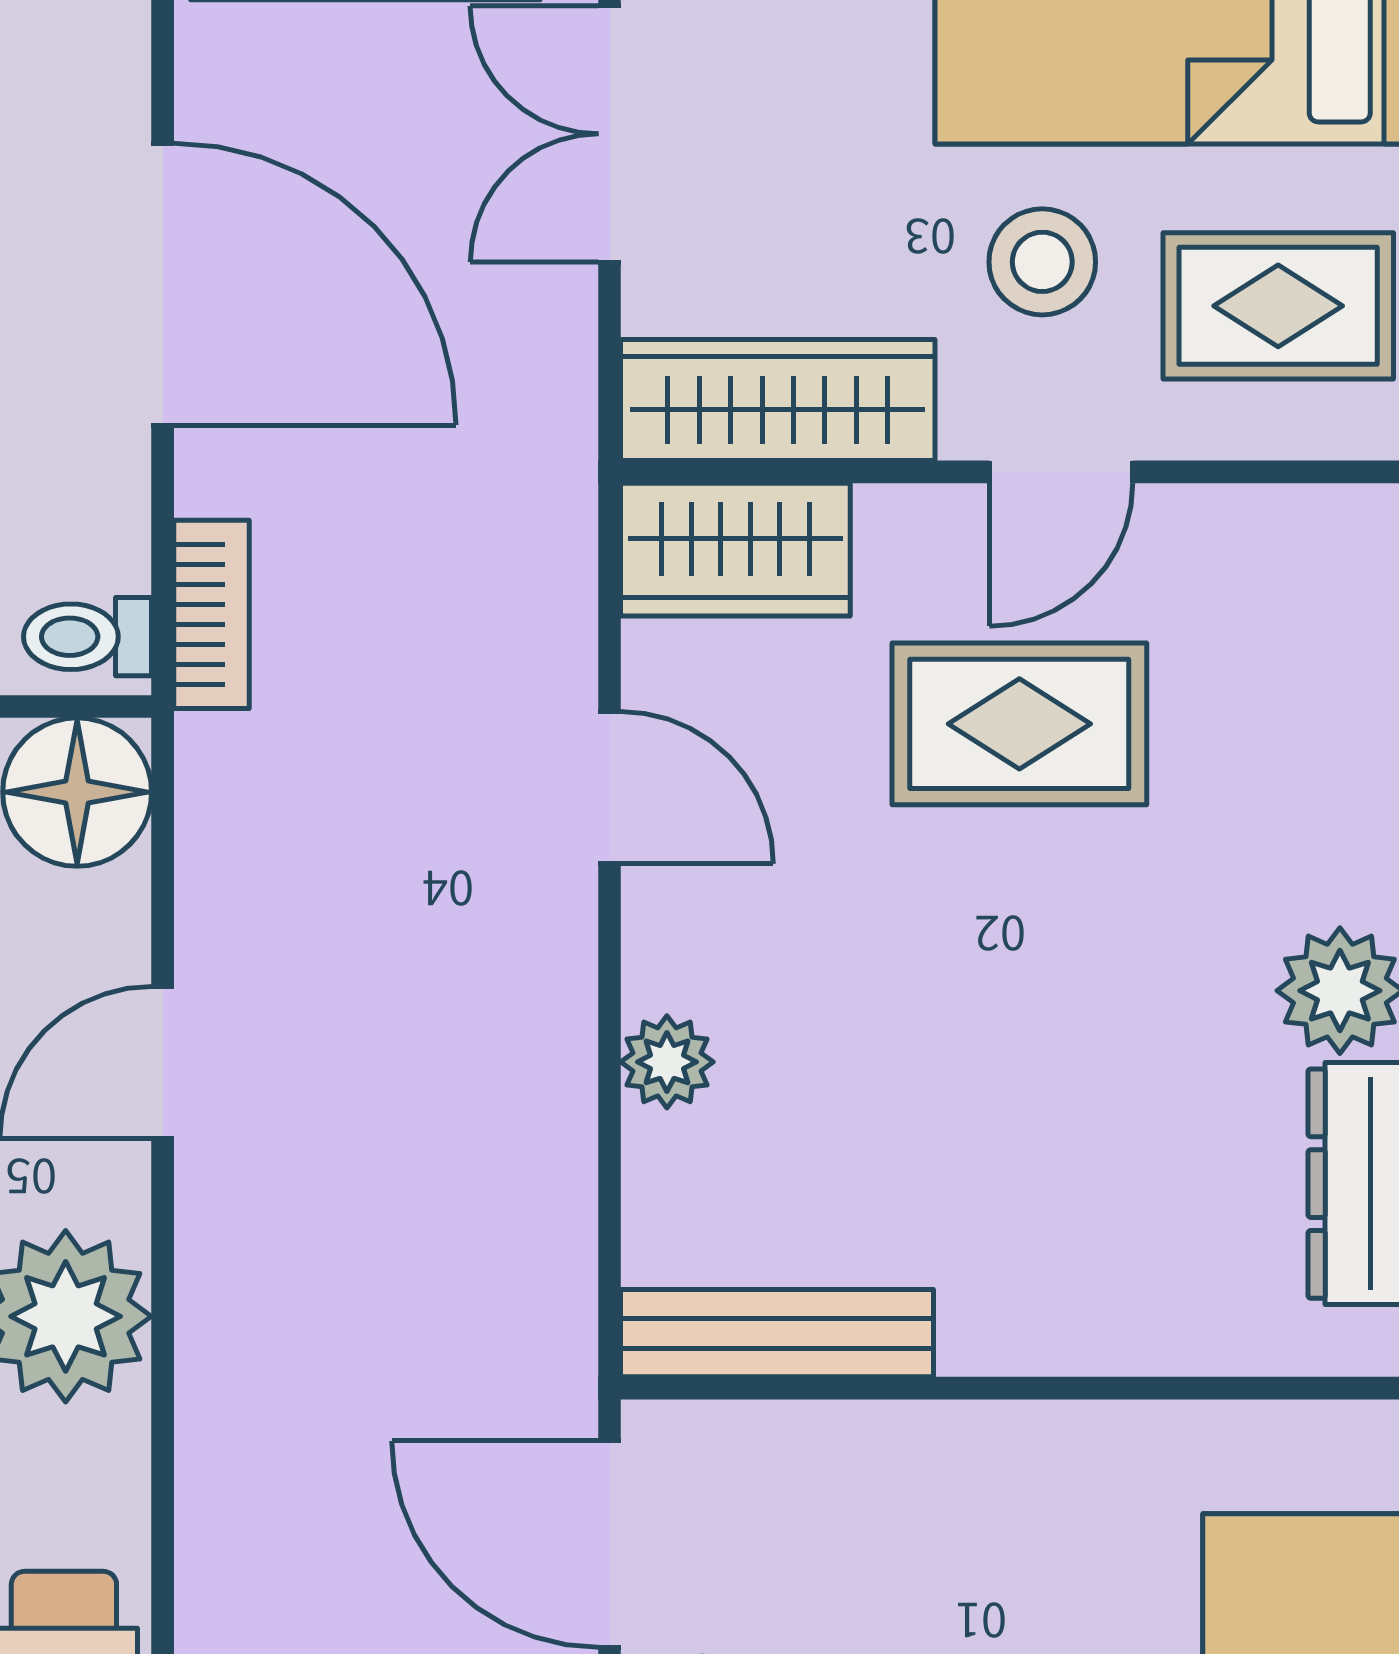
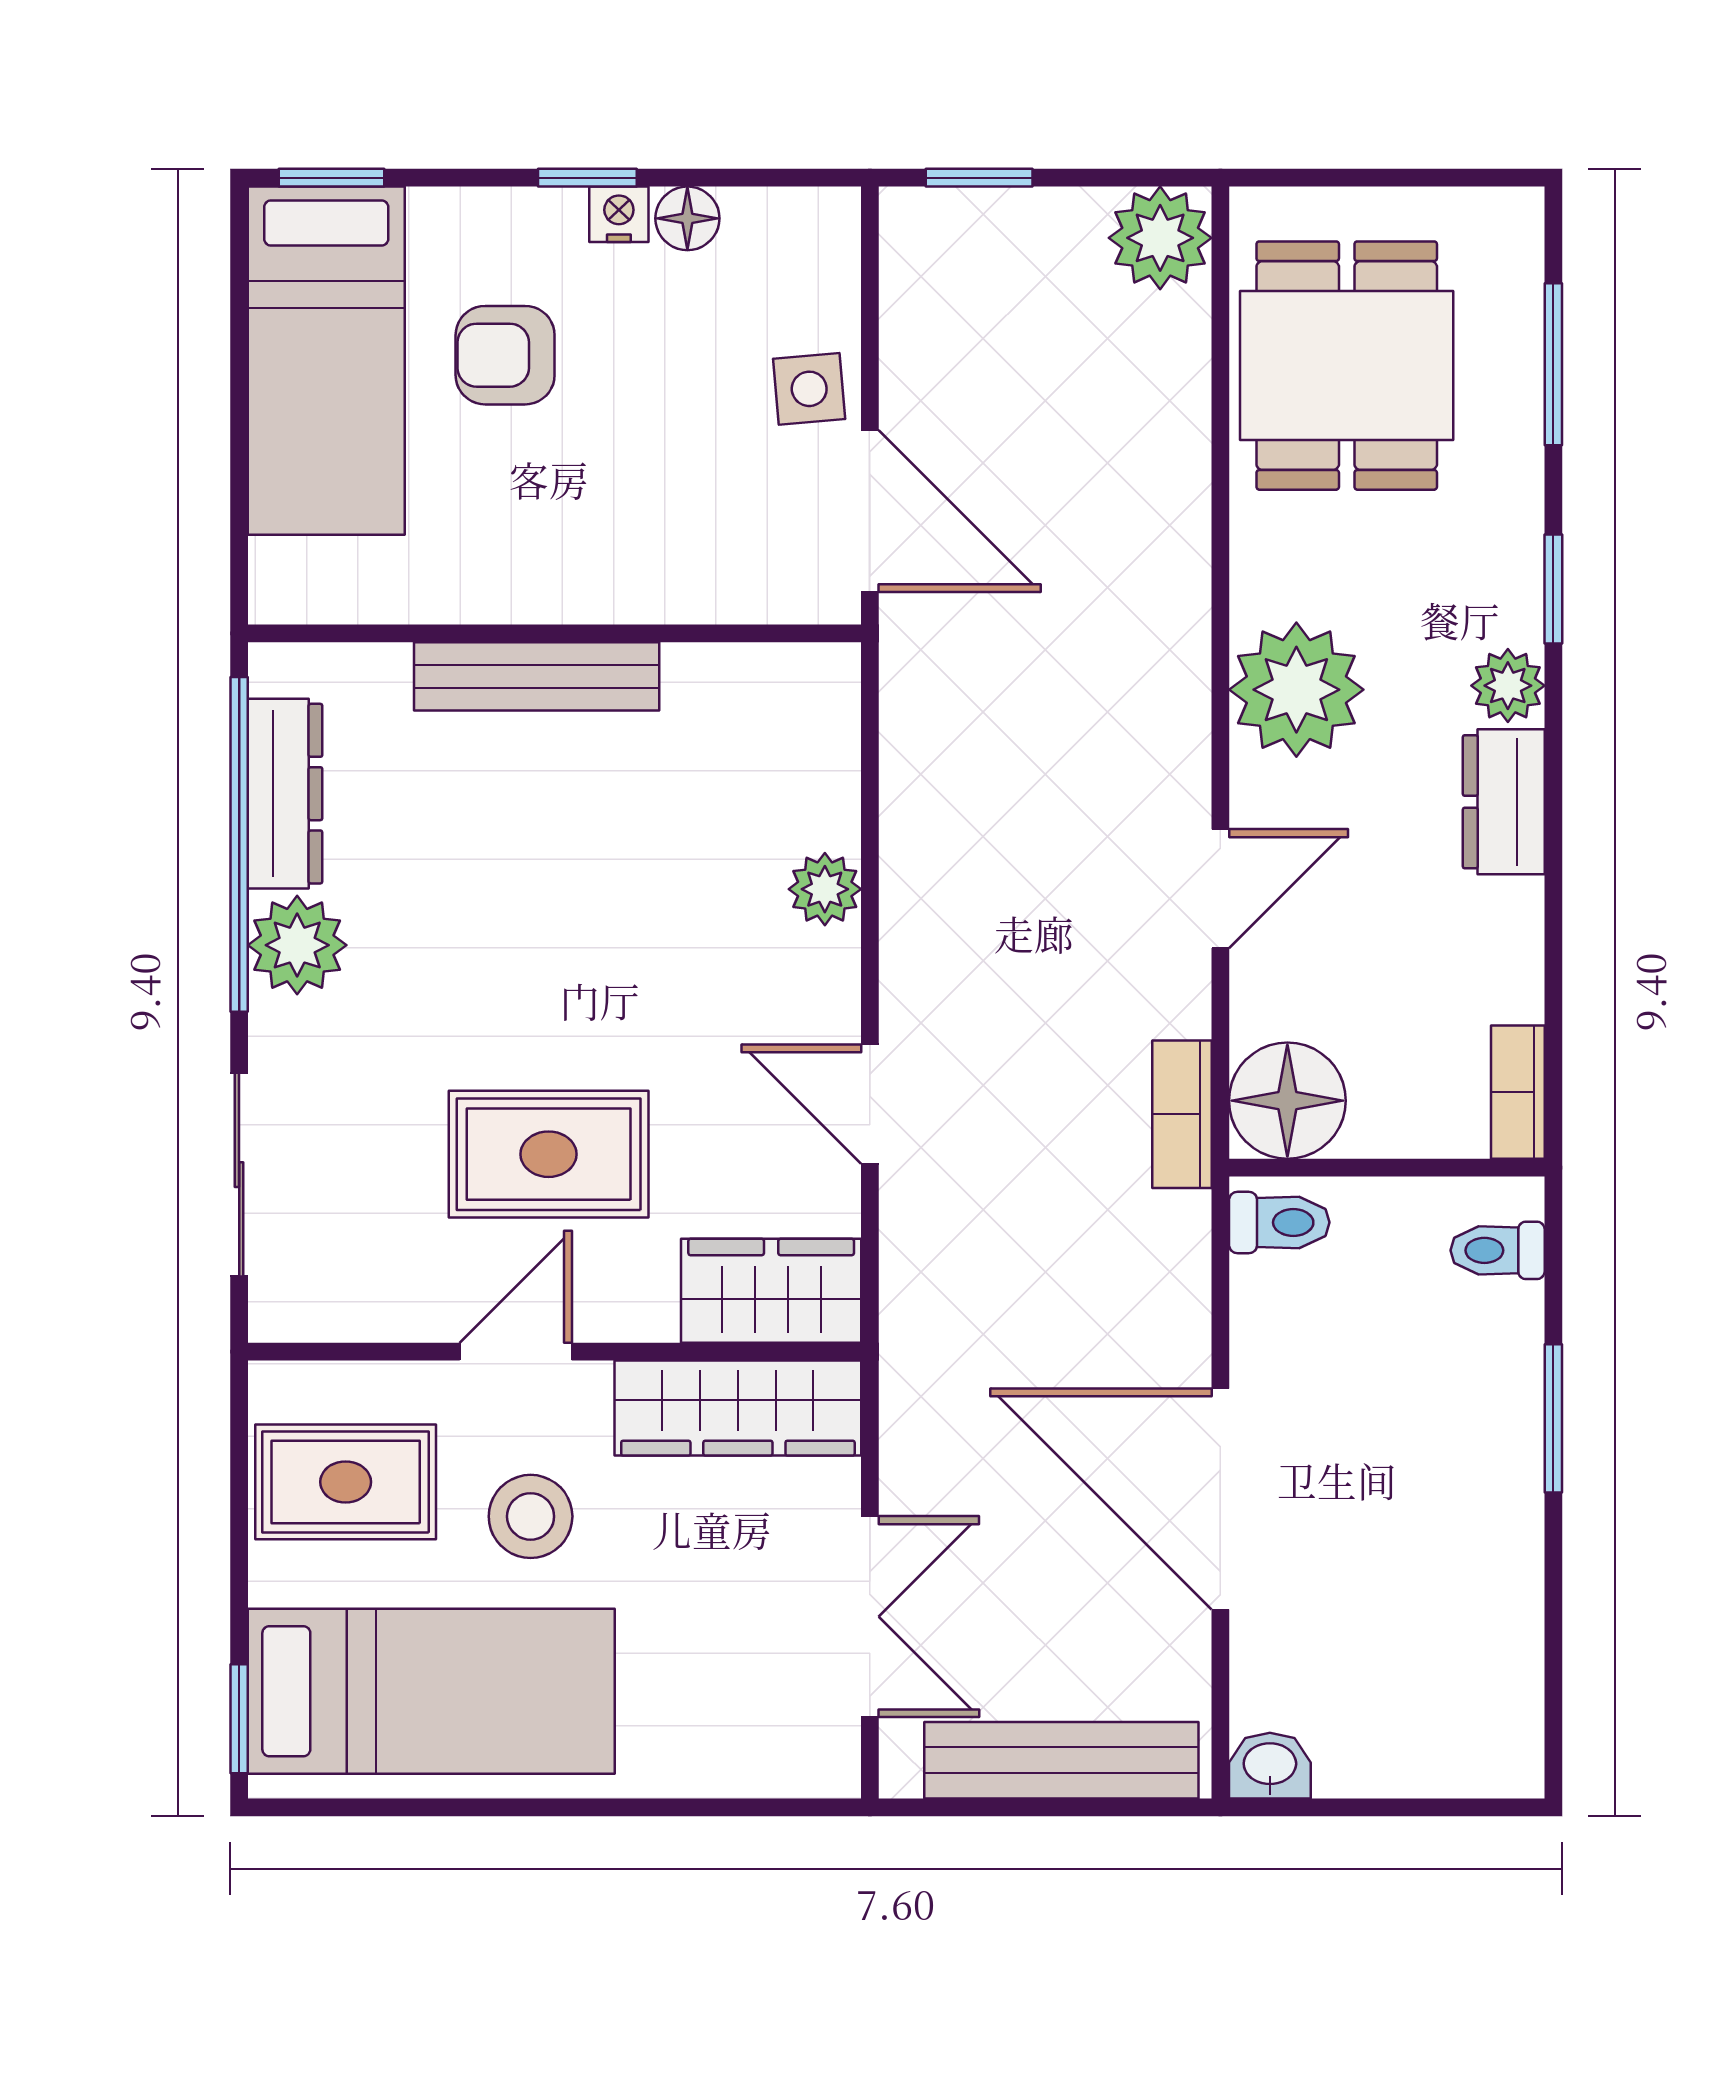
bookcase: (211, 614) -> (1182, 1114), moved
bench: (777, 1333) -> (537, 676), moved

